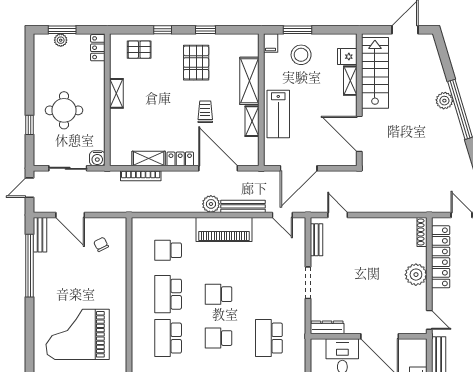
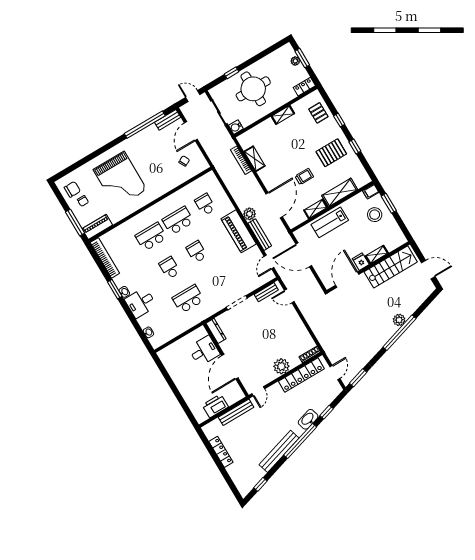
fridge: (347, 57) -> (361, 262), moved
round table: (64, 110) -> (253, 89), width x1.36, depth x1.36
locker: (180, 159) -> (266, 178), removed
door: (338, 215) -> (289, 296), swing flipped
grand piano: (78, 334) -> (120, 180), turned 180

